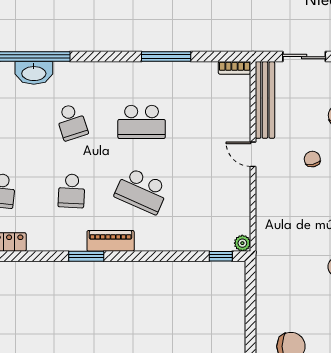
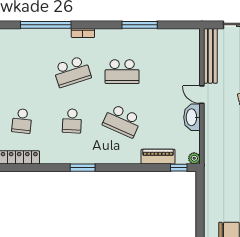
bookcase: (235, 68) -> (83, 33), moved
washbasin: (34, 73) -> (192, 117), moved, turned 90
school desk: (72, 122) -> (72, 72), width x1.85
piano: (111, 241) -> (158, 157), moved

